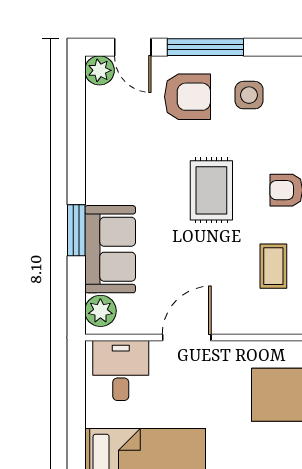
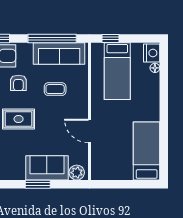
desk: (121, 371) -> (106, 163), removed

